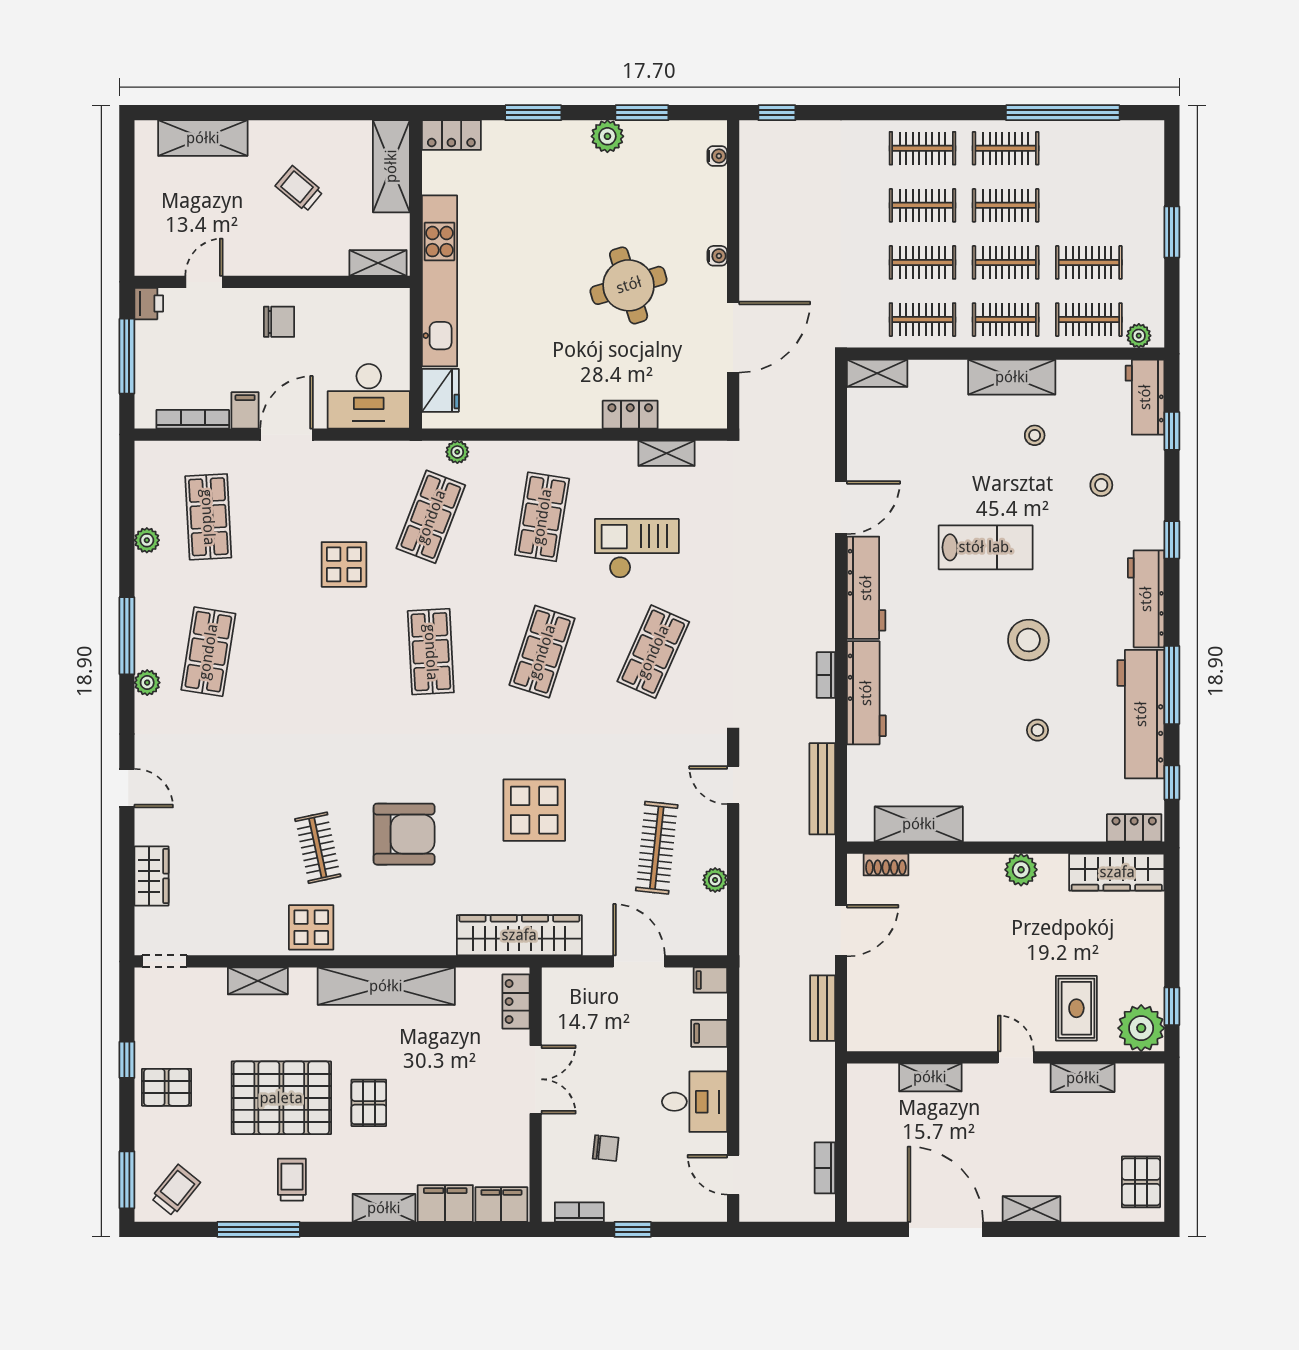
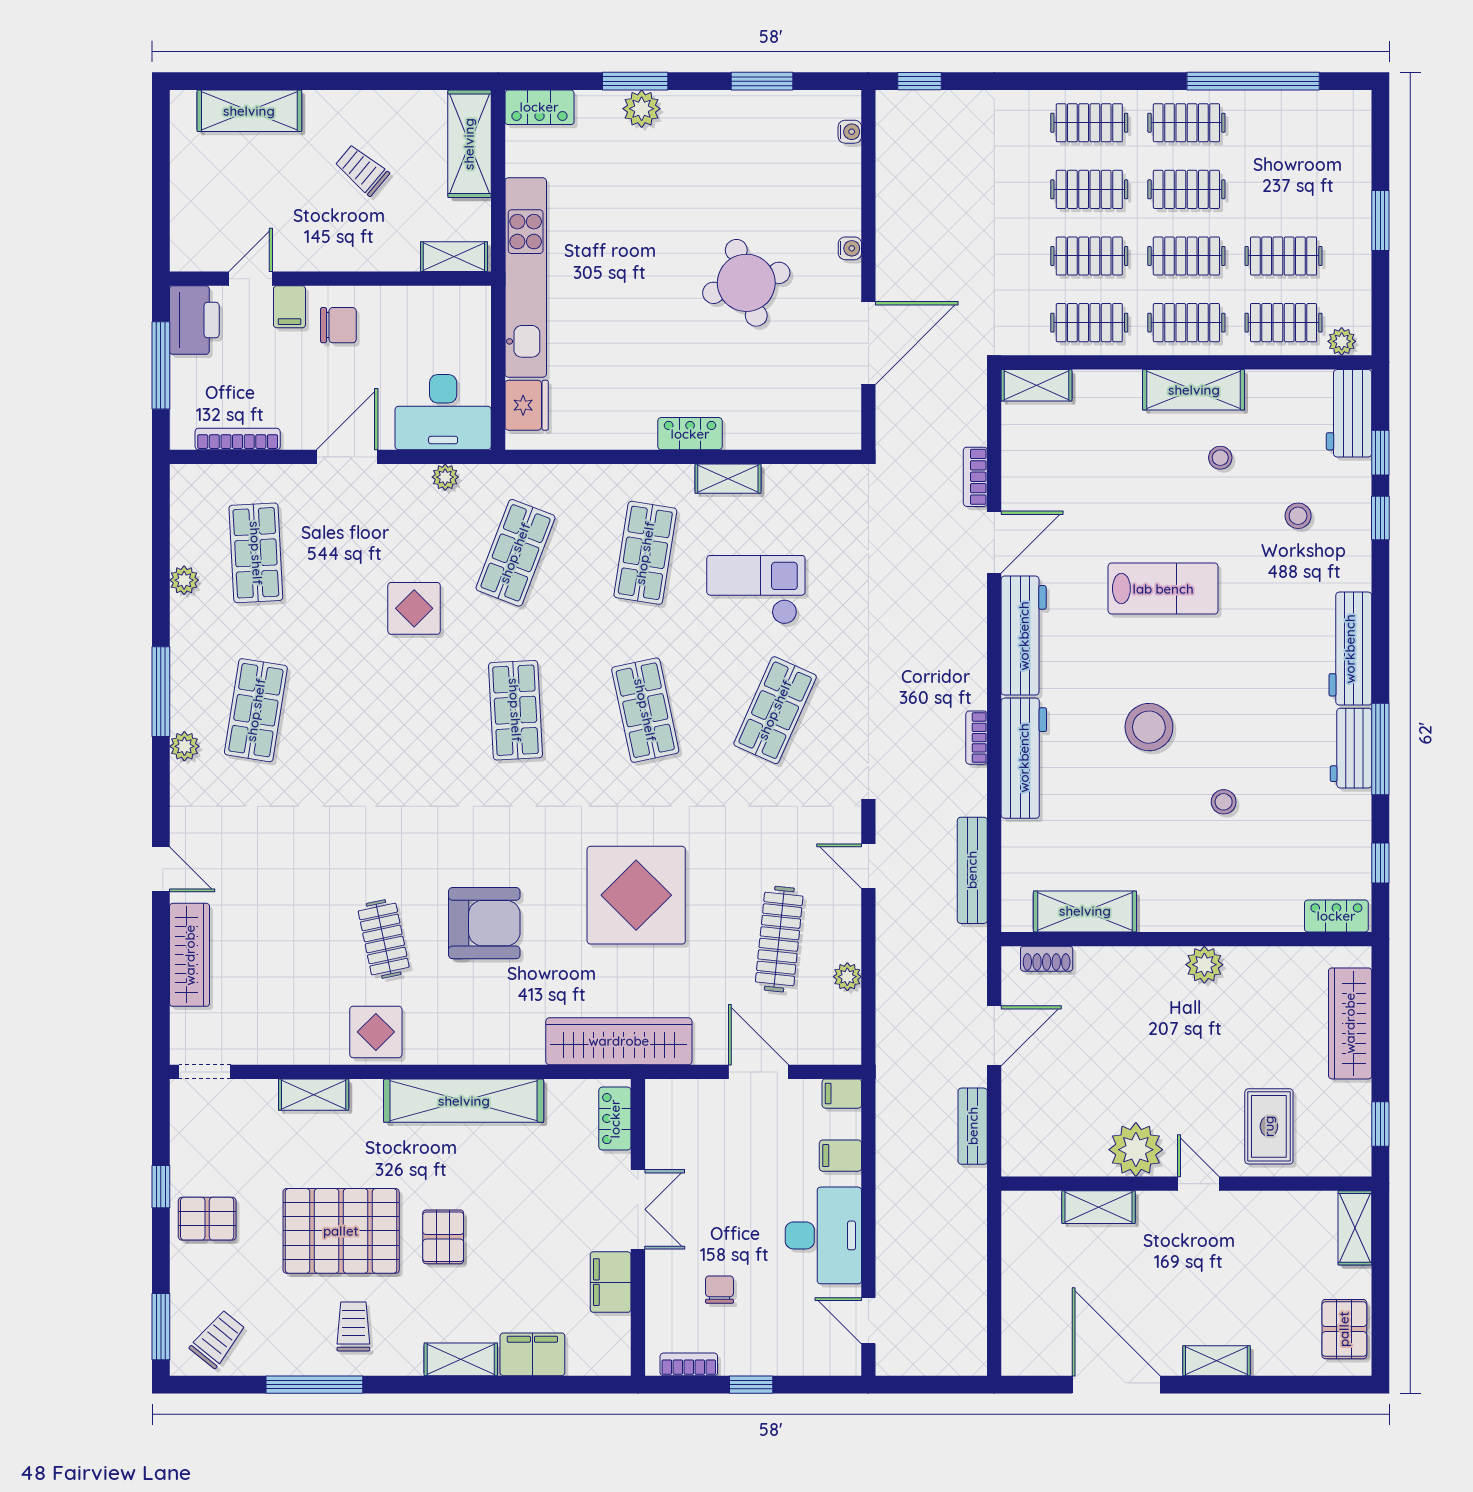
plant: (607, 136) -> (642, 109), moved
printer: (149, 304) -> (194, 320), width x1.87, depth x1.48
filing cabinet: (245, 410) -> (289, 307), moved, turned 180
locker: (630, 415) -> (690, 434), moved
plant: (457, 452) -> (445, 477), moved
shelving: (667, 453) -> (728, 479), moved
window: (1172, 540) -> (1380, 518), moved
stool: (1028, 640) -> (1149, 727), moved
shop shelf: (542, 652) -> (645, 710), turned -30
workbench: (1141, 714) -> (1351, 748), width x0.53, depth x0.76
display table: (534, 810) -> (636, 895), width x1.36, depth x1.36
wardrobe: (1117, 872) -> (1350, 1023), moved, turned 90
wardrobe: (152, 876) -> (190, 955), width x1.50
plant: (1141, 1028) -> (1136, 1150), moved
shelving: (1083, 1078) -> (1355, 1228), moved, turned 90
desk: (695, 1102) -> (823, 1235), width x1.37
chair: (606, 1148) -> (719, 1290), turned -96
bookcase: (825, 1168) -> (975, 477), moved
filing cabinet: (501, 1205) -> (611, 1282), moved, turned -90

